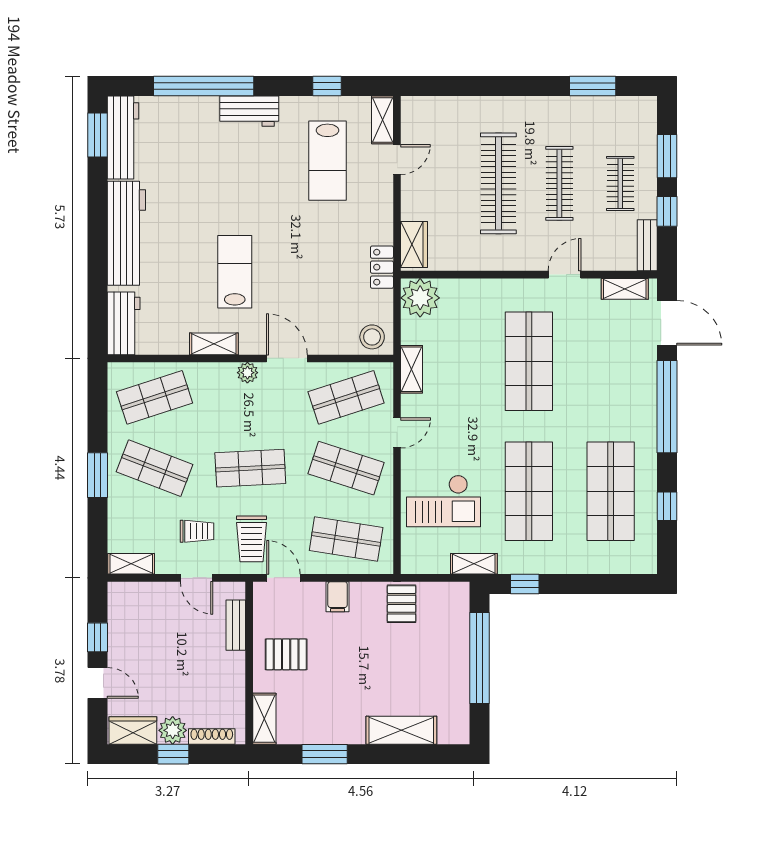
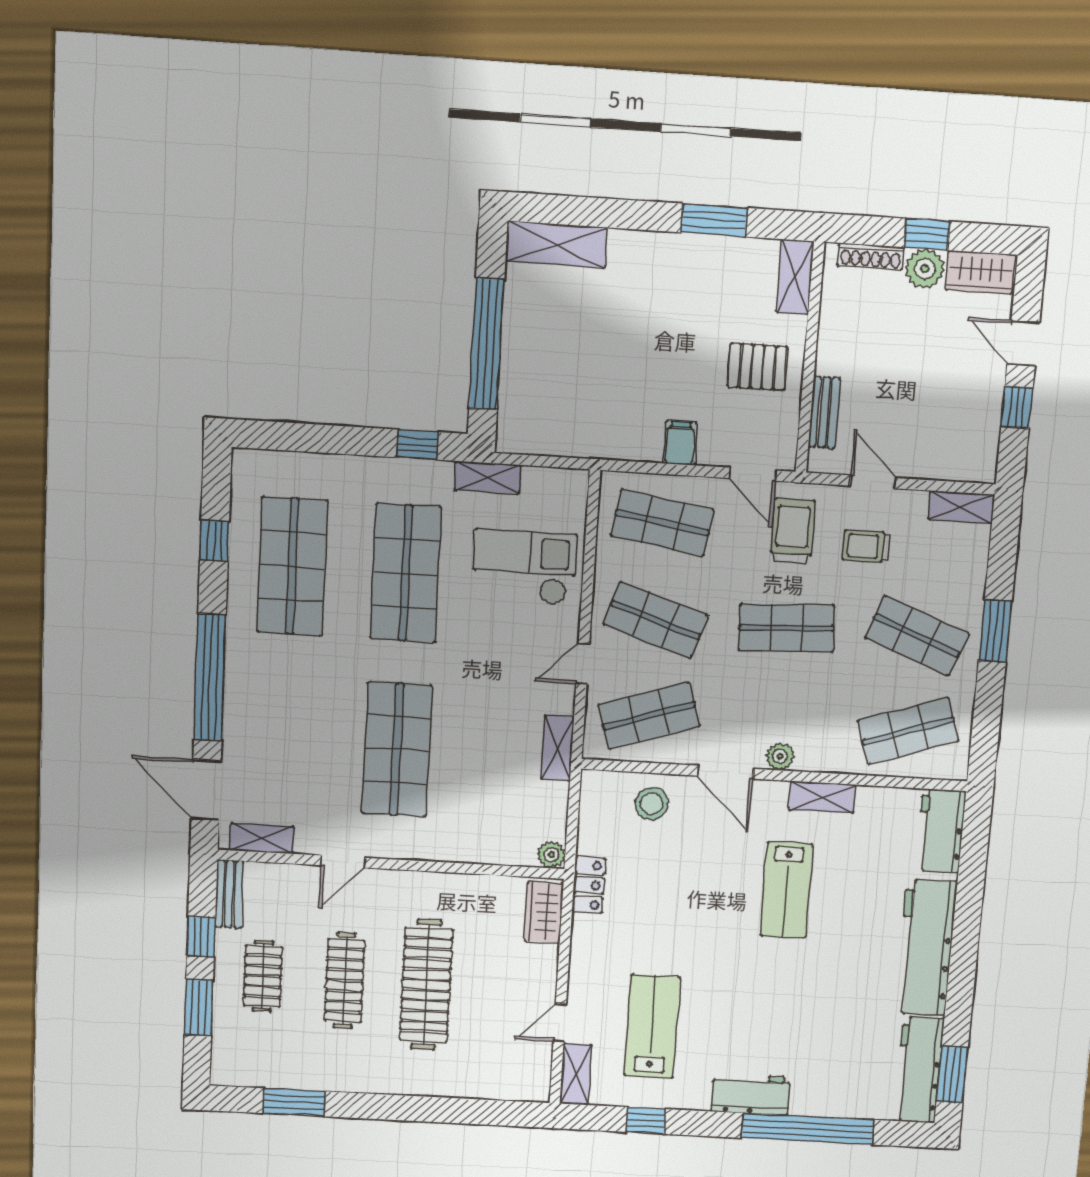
plant: (420, 298) -> (551, 855), width x0.53, depth x0.53
stool: (372, 337) -> (652, 804), moved
pallet: (402, 604) -> (591, 428), removed
shelving: (401, 730) -> (556, 245), moved

